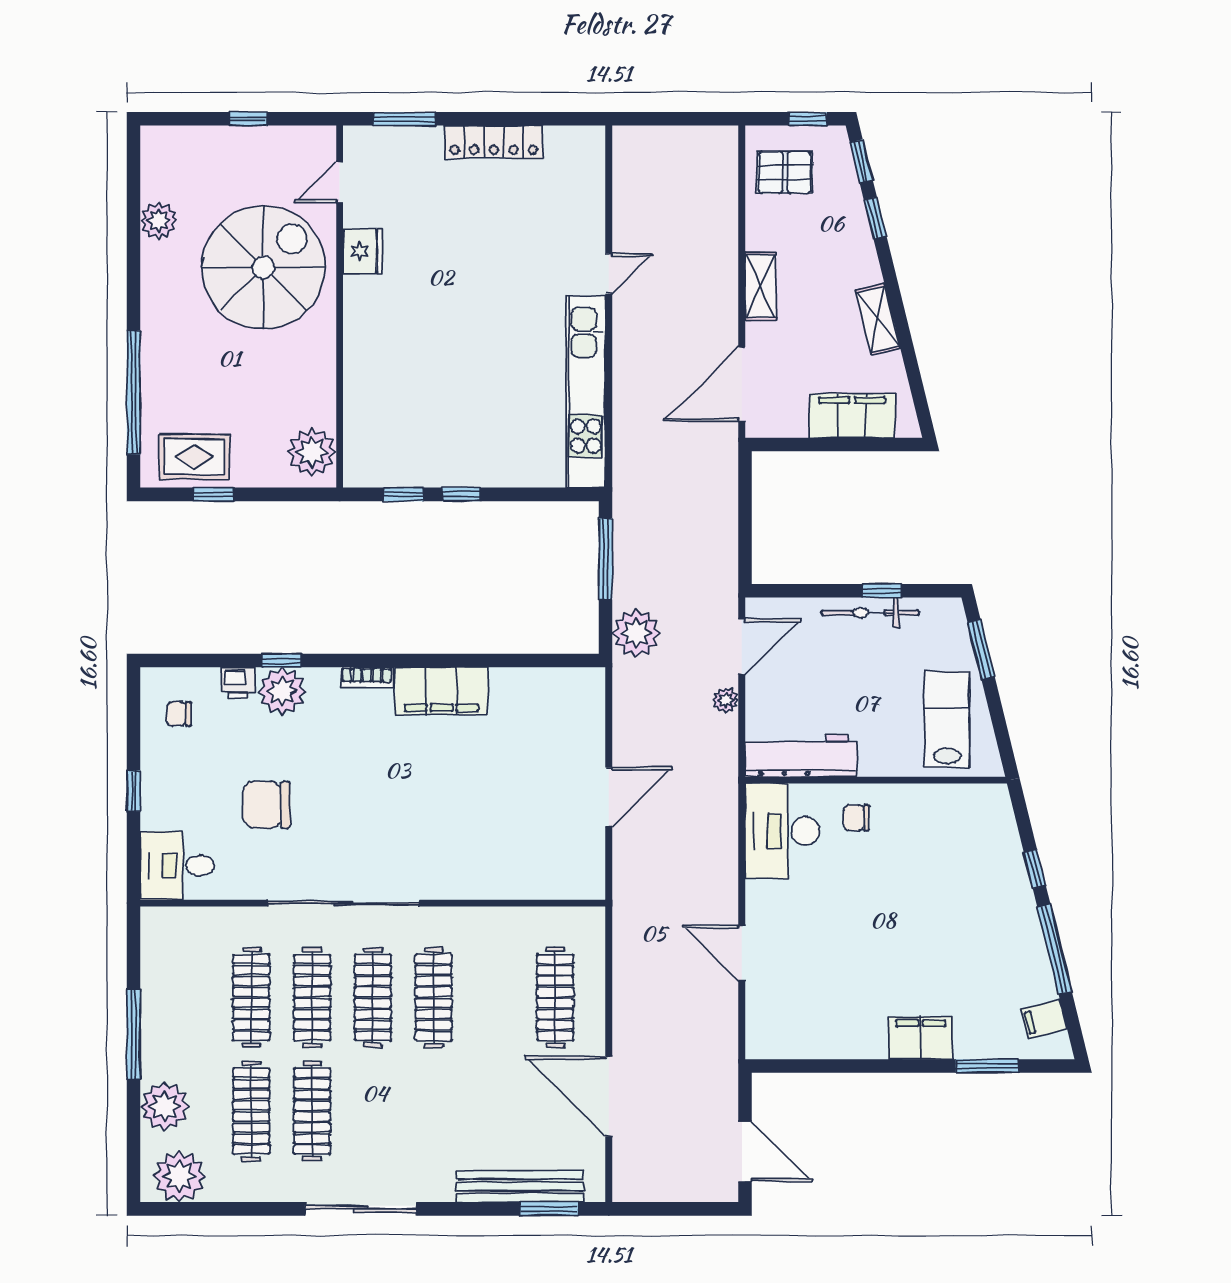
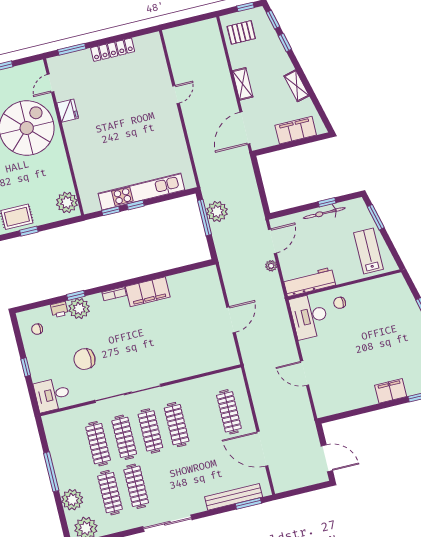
kitchen unit: (586, 392) -> (141, 192), moved, turned 90
plant: (636, 633) -> (217, 211), moved

